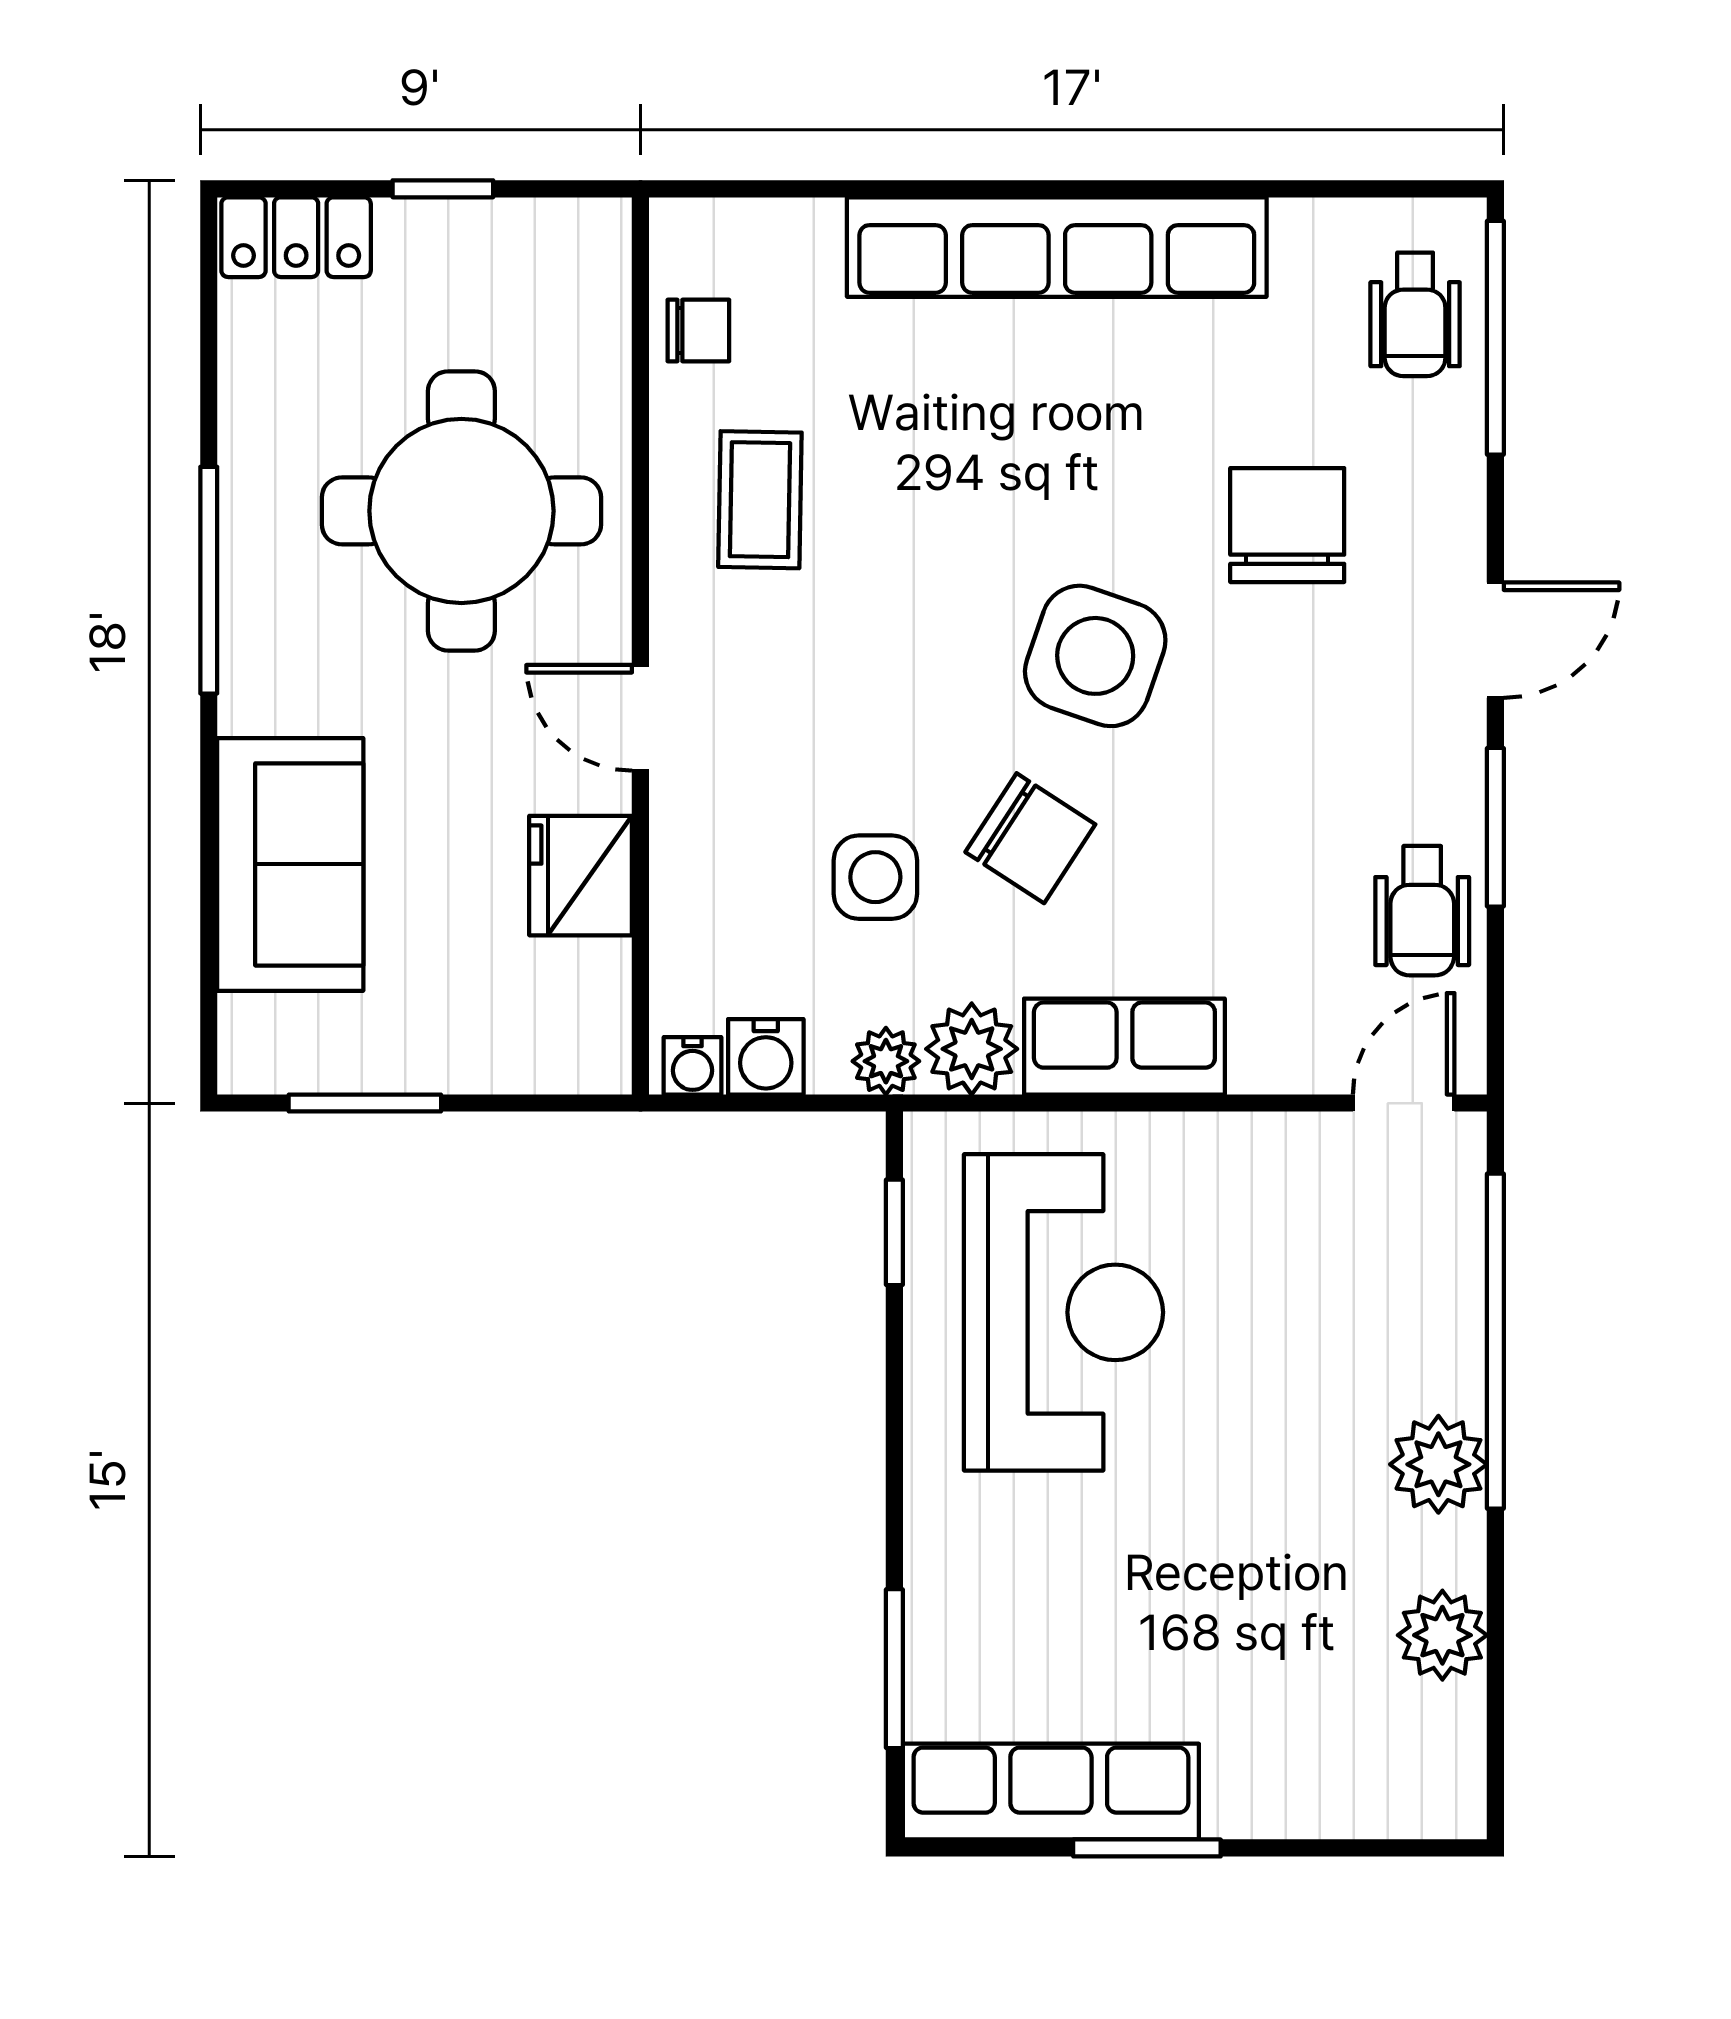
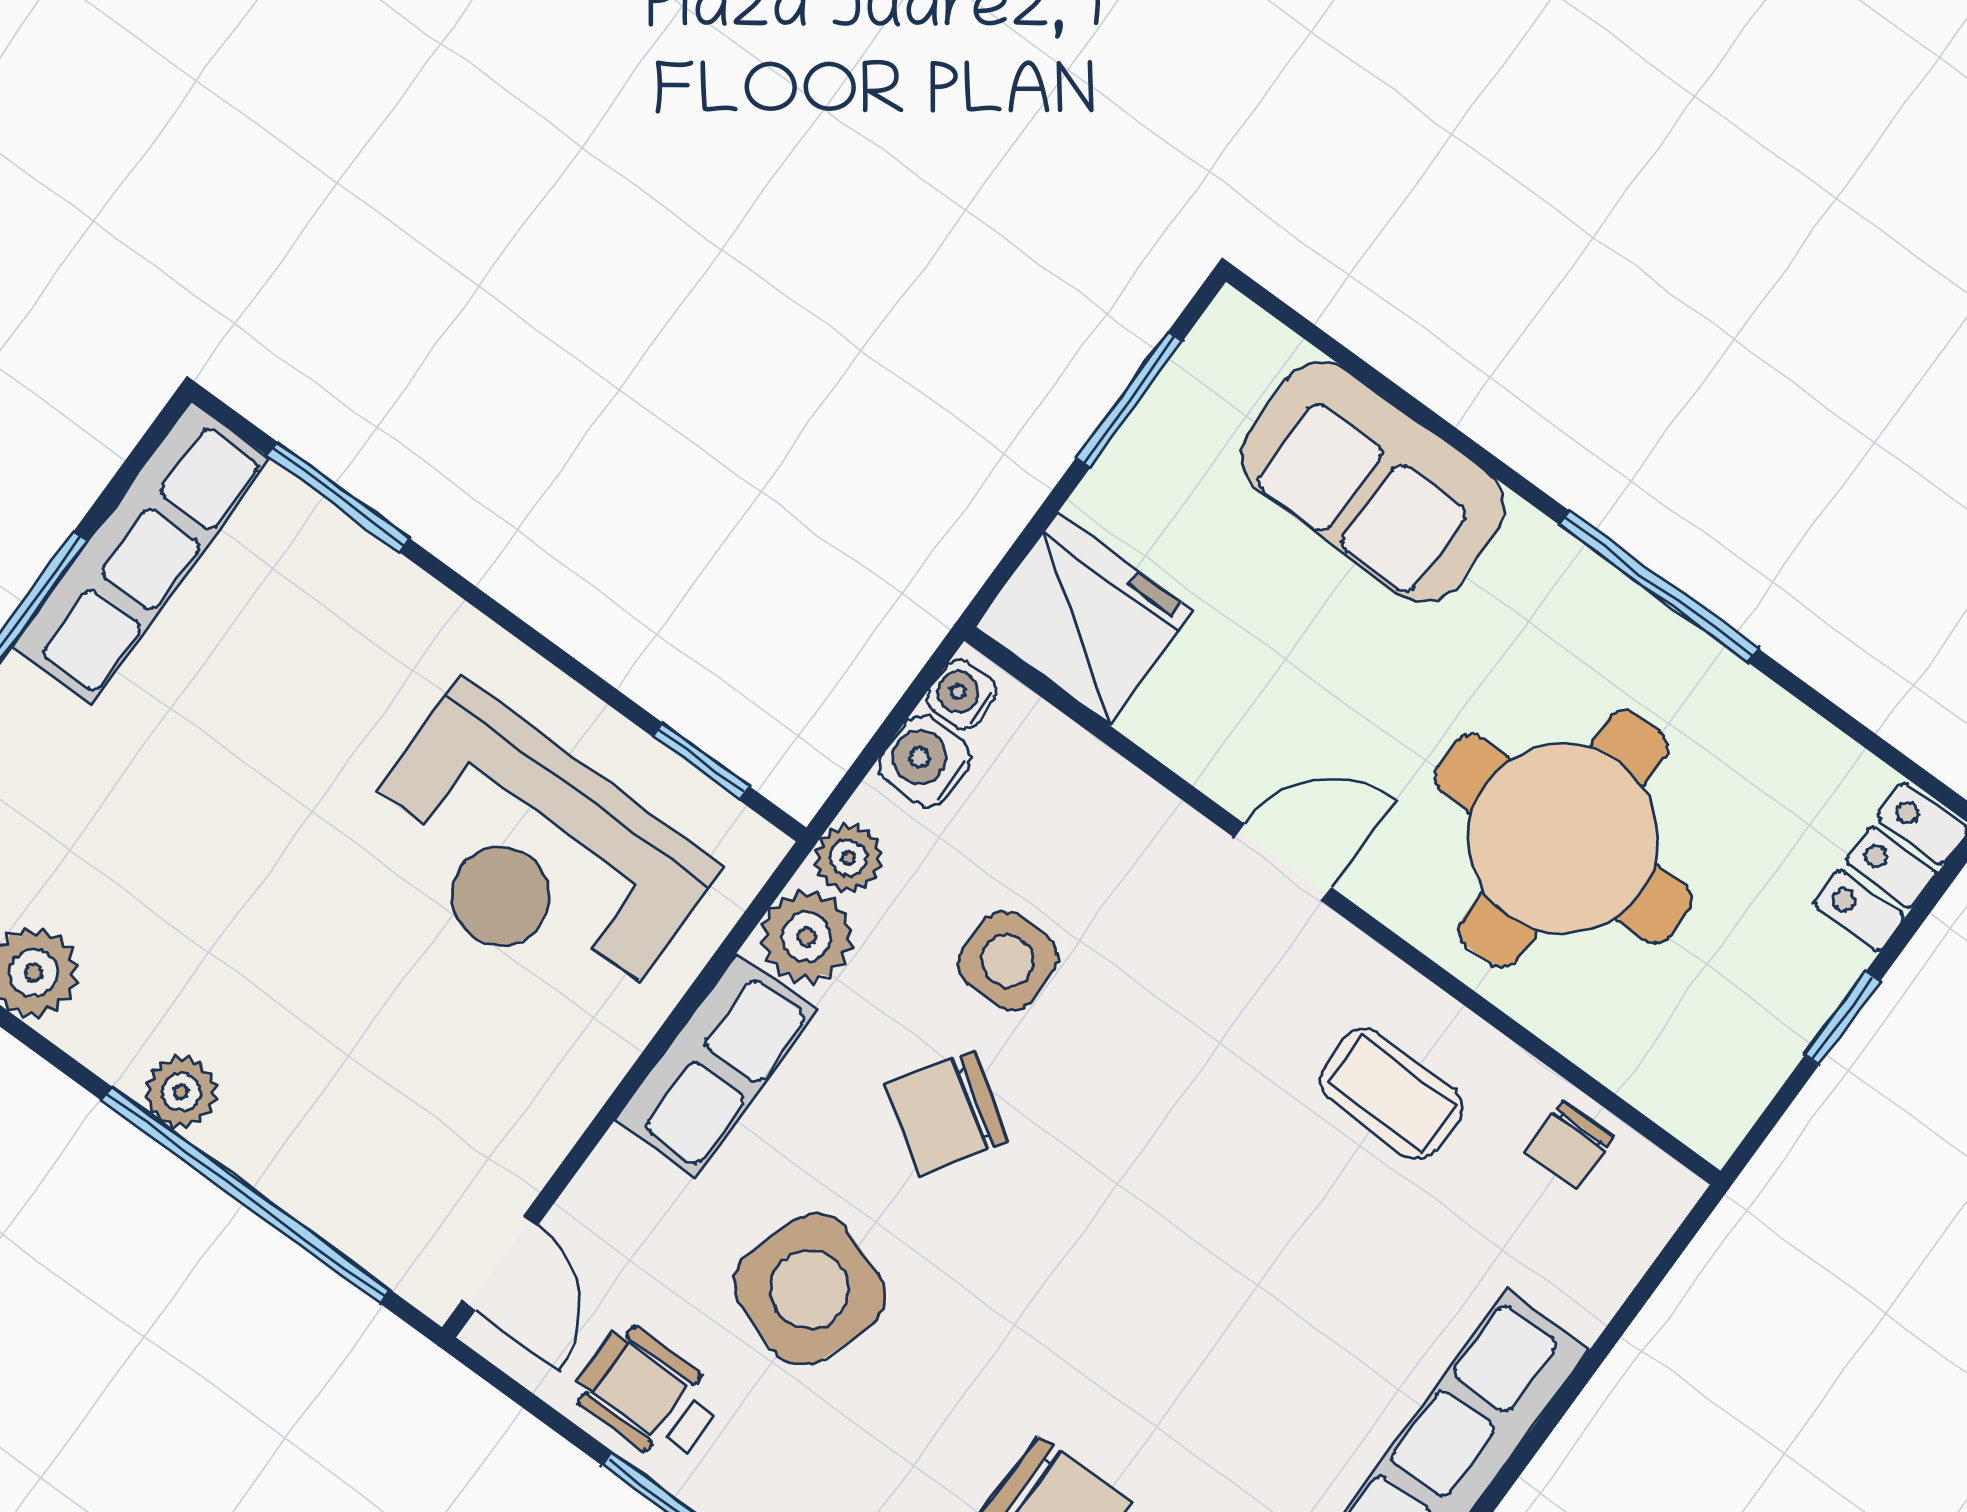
side table: (1095, 656) -> (809, 1289), moved
fridge: (581, 876) -> (1084, 619), moved, width x1.36, depth x1.34
plant: (1438, 1464) -> (181, 1092), width x0.73, depth x0.73

